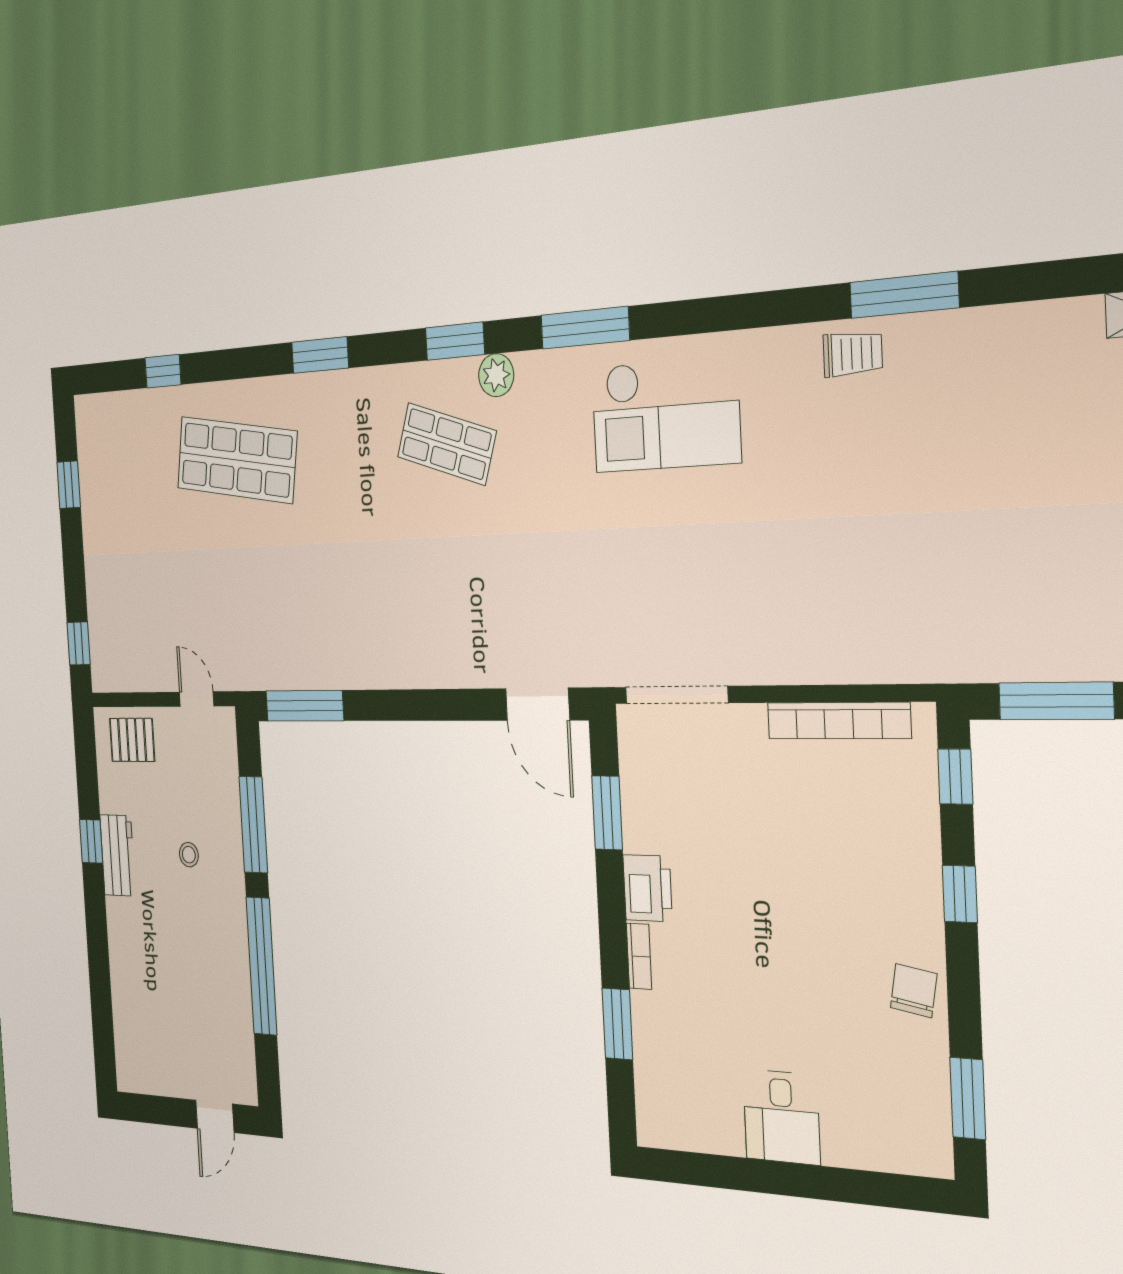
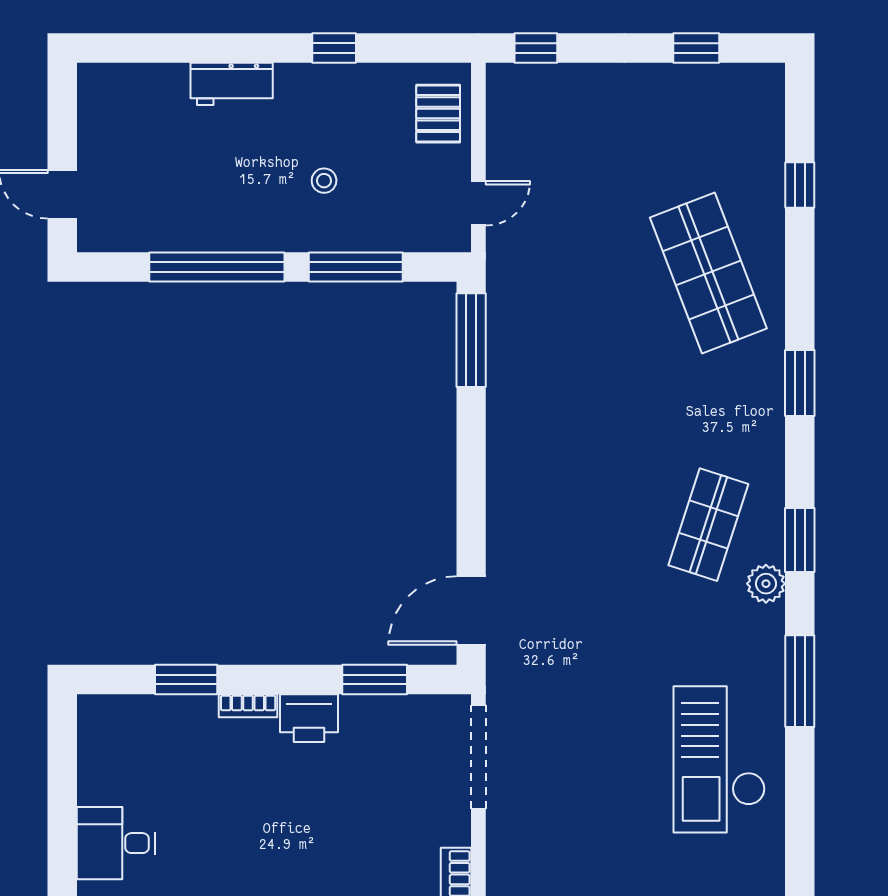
shop shelf: (237, 460) -> (708, 273), turned -30
workbench: (118, 855) -> (232, 84), moved

